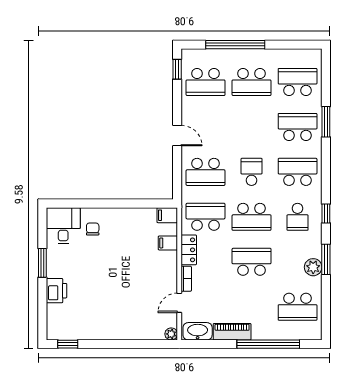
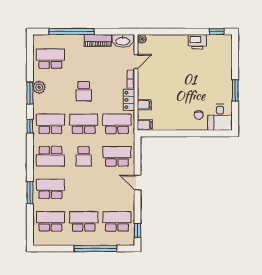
school desk: (298, 82) -> (50, 221), turned 180
school desk: (298, 127) -> (50, 189), turned 180
school desk: (206, 217) -> (117, 124), turned 180
school desk: (298, 217) -> (50, 124), width x1.85
school desk: (252, 262) -> (84, 91), width x0.54
printer: (56, 291) -> (197, 42), moved, turned -90

